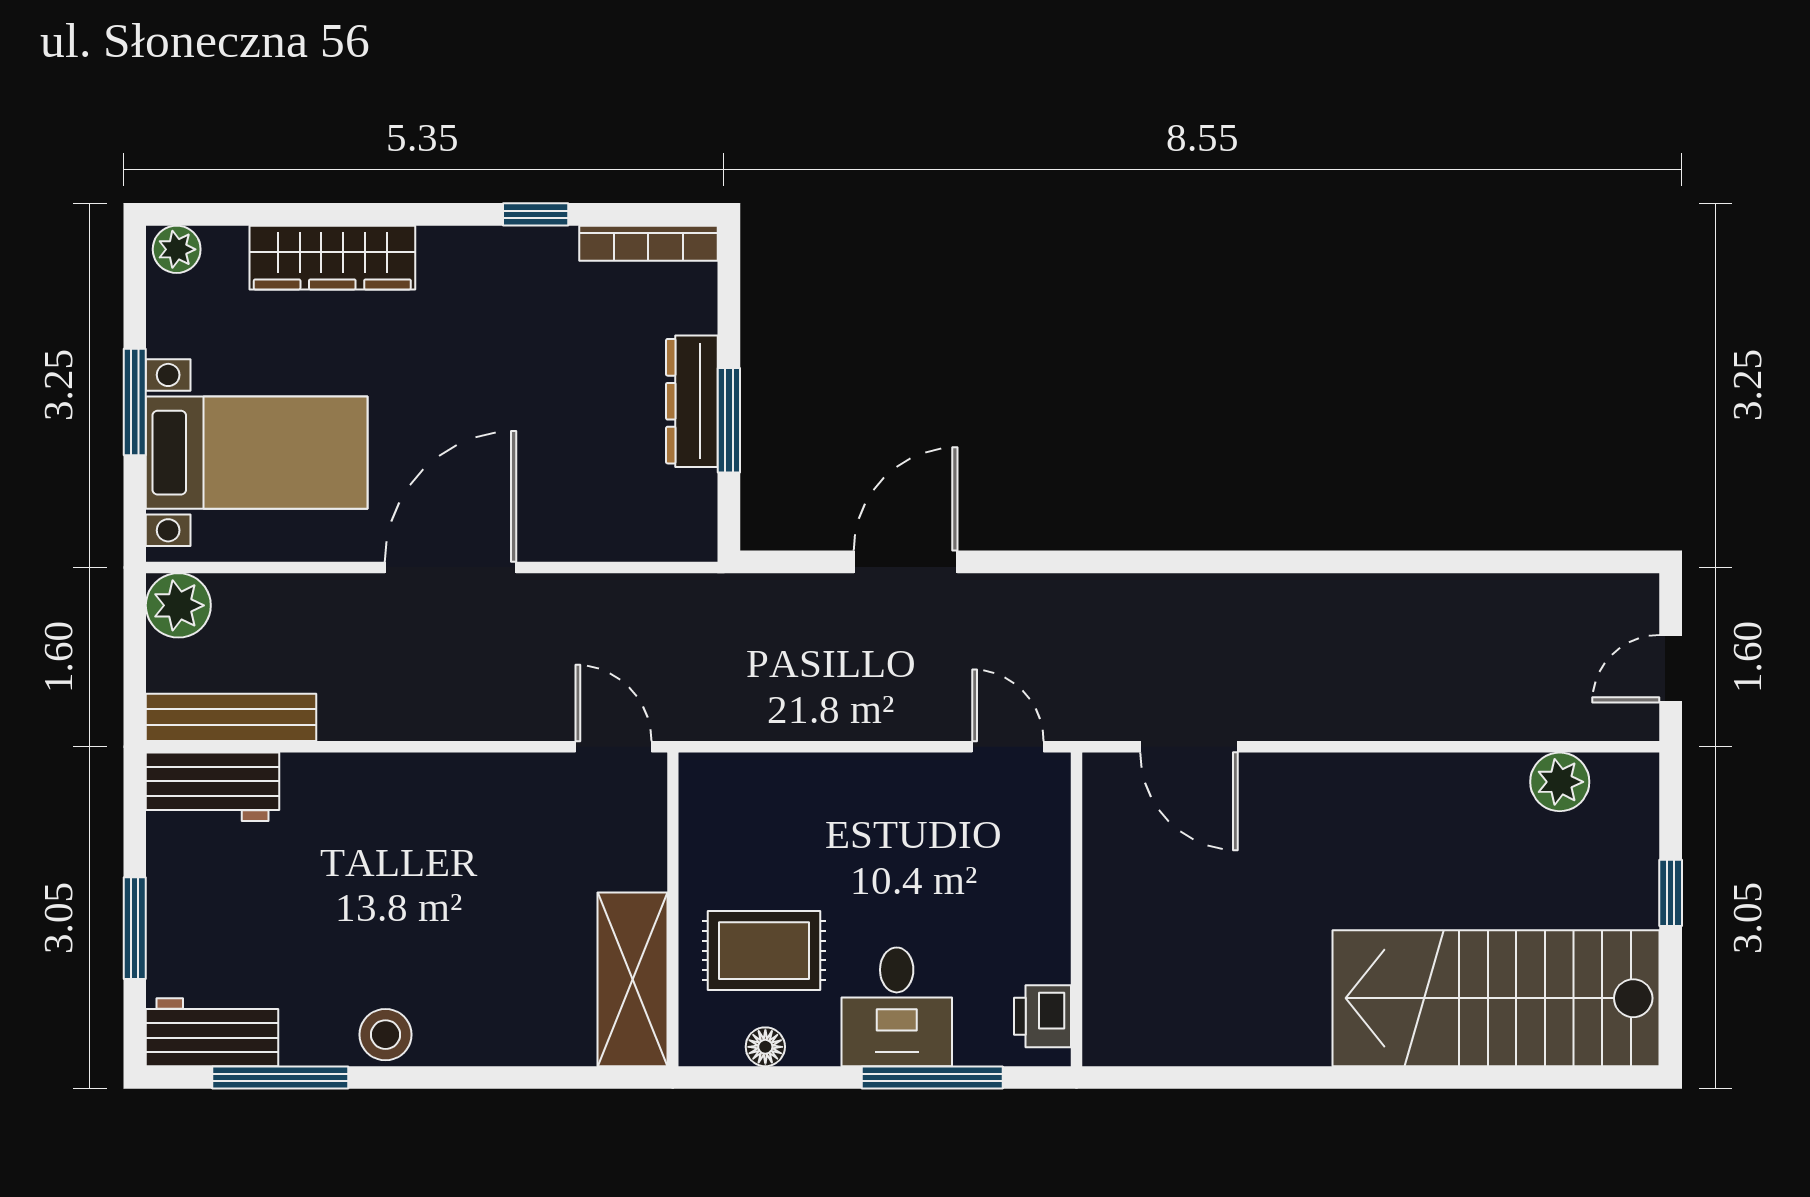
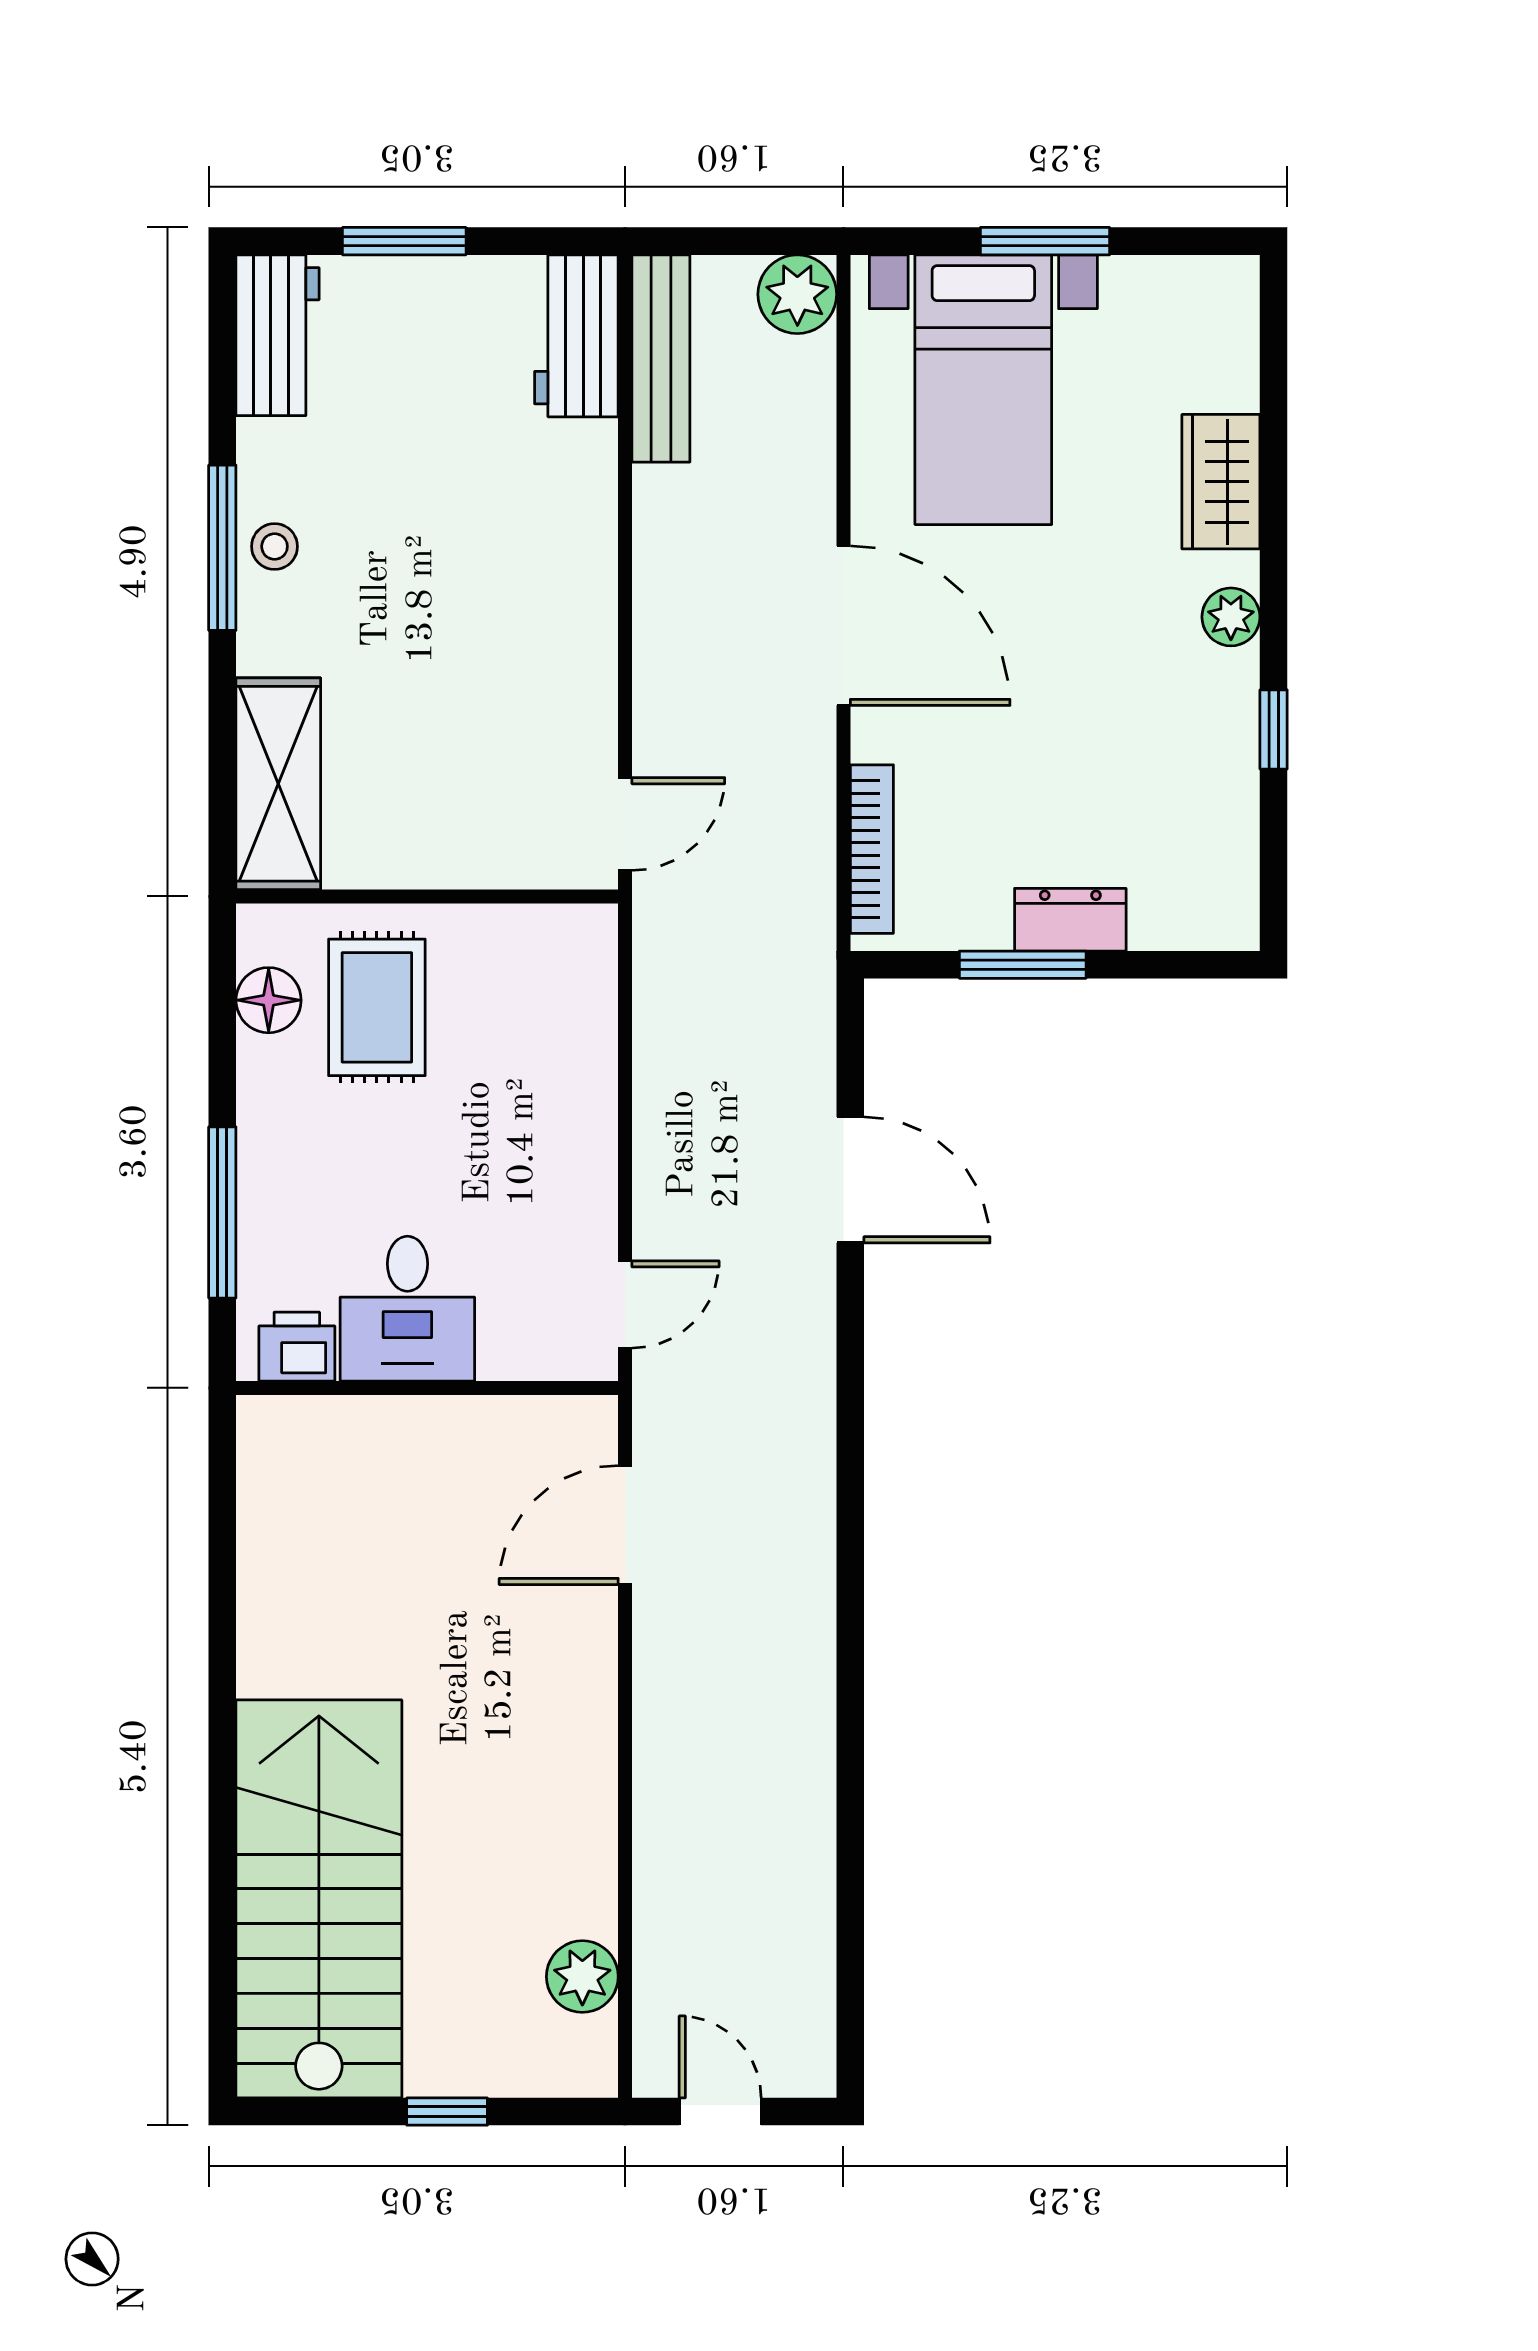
bookcase: (648, 243) -> (872, 849), moved, turned 180
plant: (177, 249) -> (1231, 617), moved
wardrobe: (332, 258) -> (1221, 482), width x0.67
dresser: (692, 401) -> (1070, 920), width x0.70
shelving: (632, 979) -> (278, 784), moved, turned 90
desk: (897, 1007) -> (407, 1309), moved, turned -90
stool: (385, 1035) -> (275, 546), width x0.73, depth x0.73
floor lamp: (765, 1047) -> (269, 1000), width x1.37, depth x1.37
window: (280, 1077) -> (222, 548), moved

